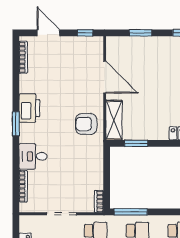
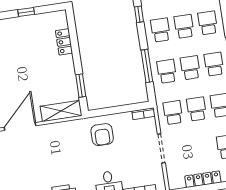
armchair: (86, 124) -> (102, 135), moved
window: (131, 212) -> (147, 66), moved

